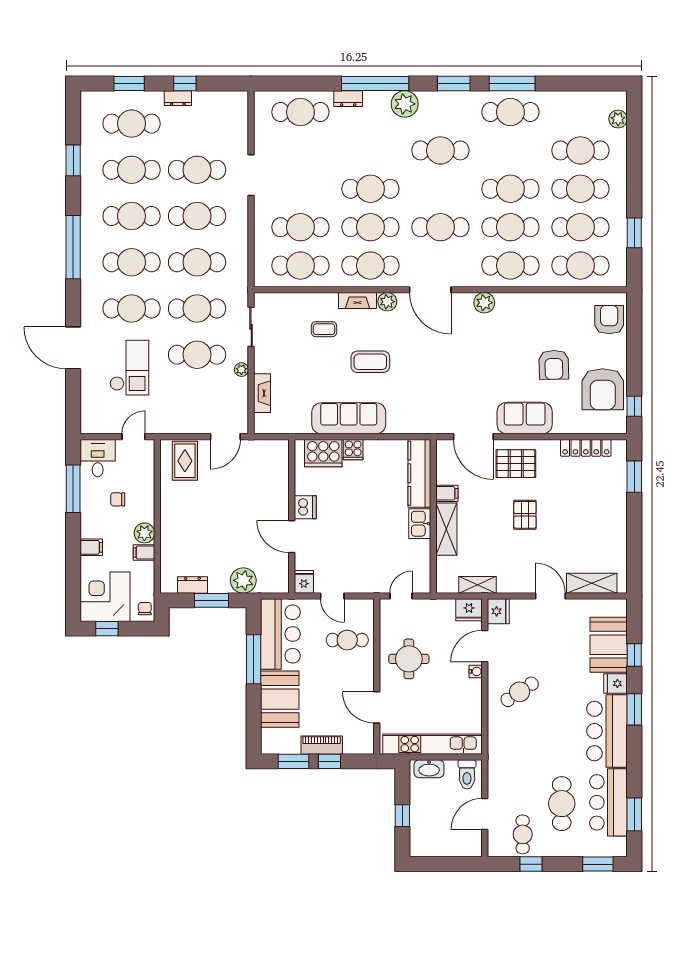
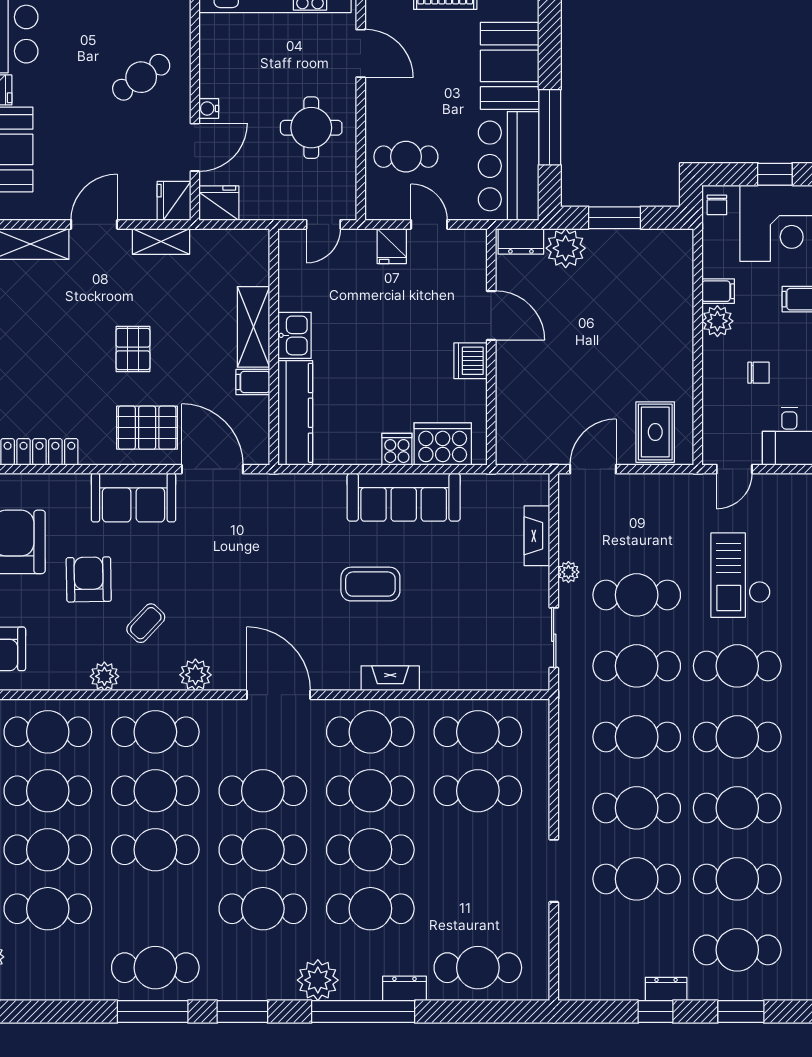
cafe table: (370, 150) -> (370, 909), added
cafe table: (440, 189) -> (263, 850), added
plant: (387, 302) -> (104, 676), moved
coffee table: (324, 329) -> (146, 623), moved, turned -47
fridge: (304, 582) -> (392, 246), moved
dresser: (192, 585) -> (521, 241), moved
shelving: (477, 585) -> (161, 241), moved
door: (550, 596) -> (94, 224), swing flipped

